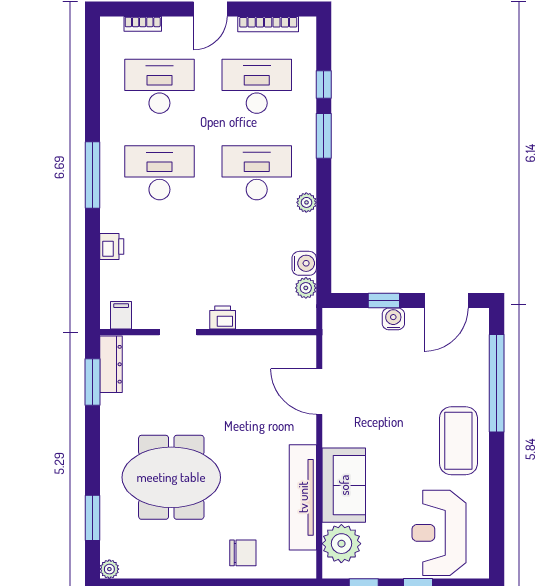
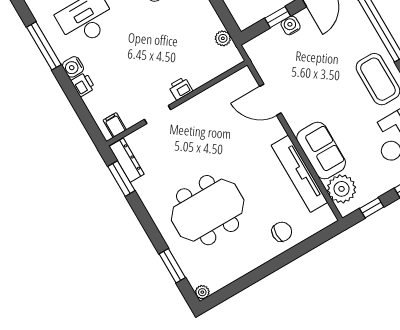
water cooler: (304, 263) -> (73, 67), moved, turned 180

